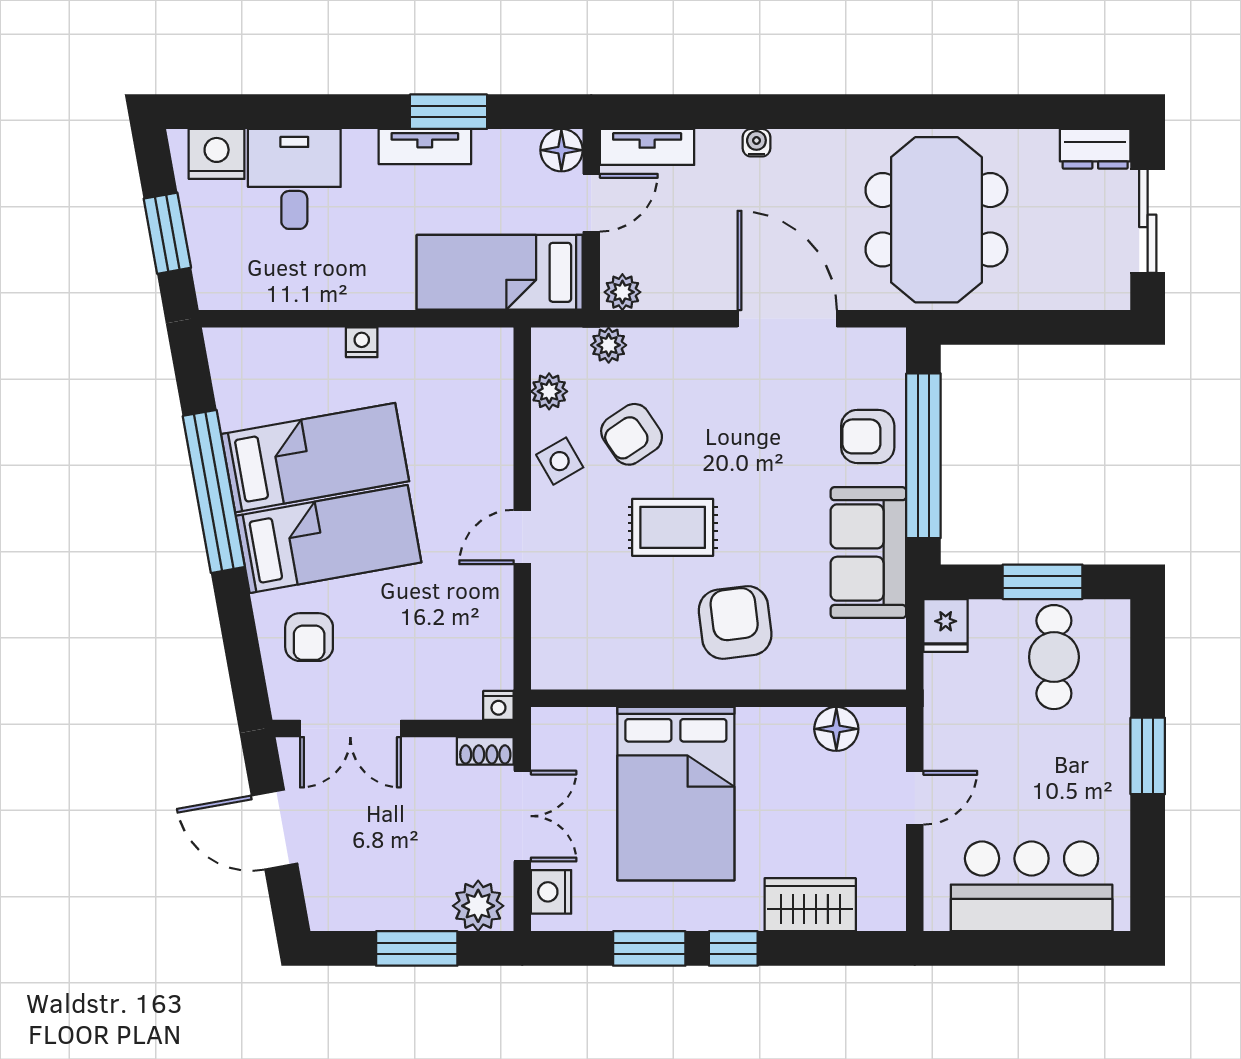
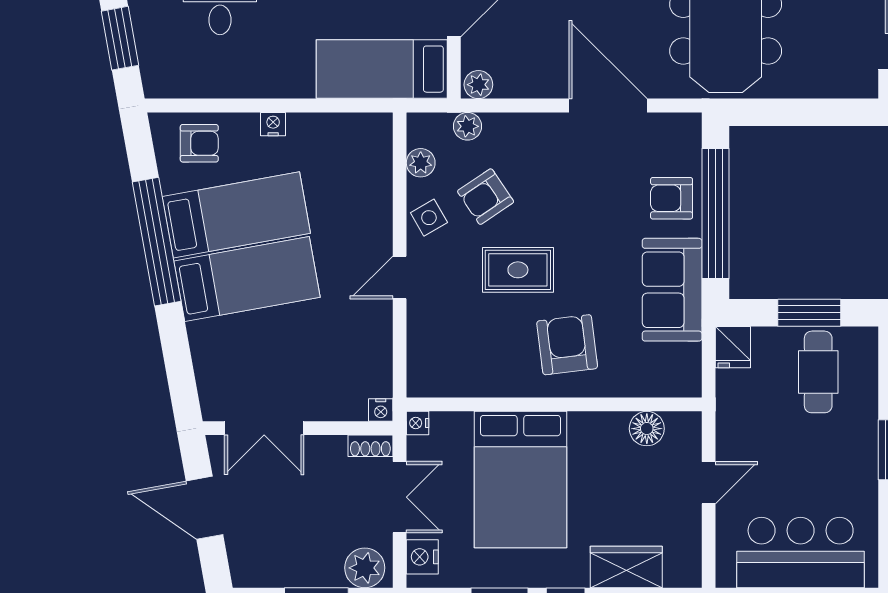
armchair: (309, 637) -> (199, 143), moved, turned -90
nightstand: (545, 722) -> (417, 423), added

